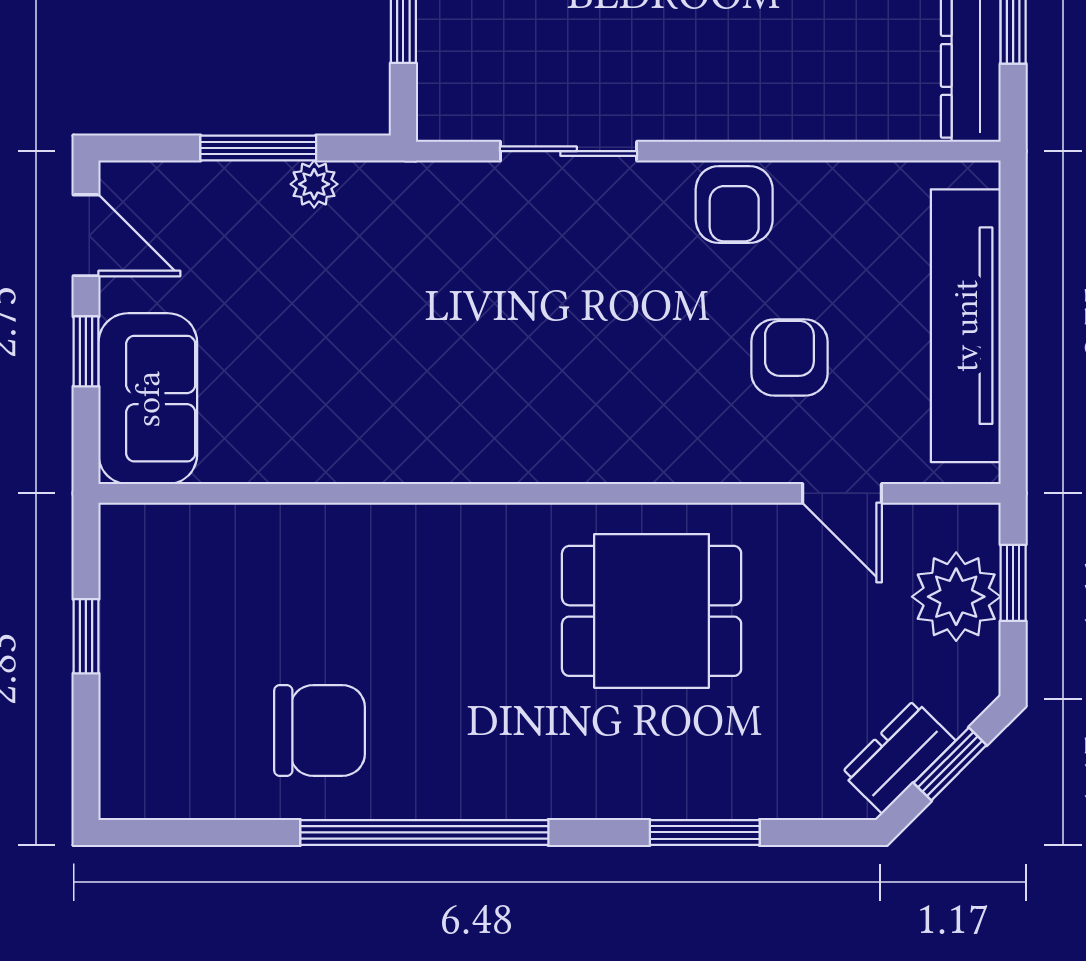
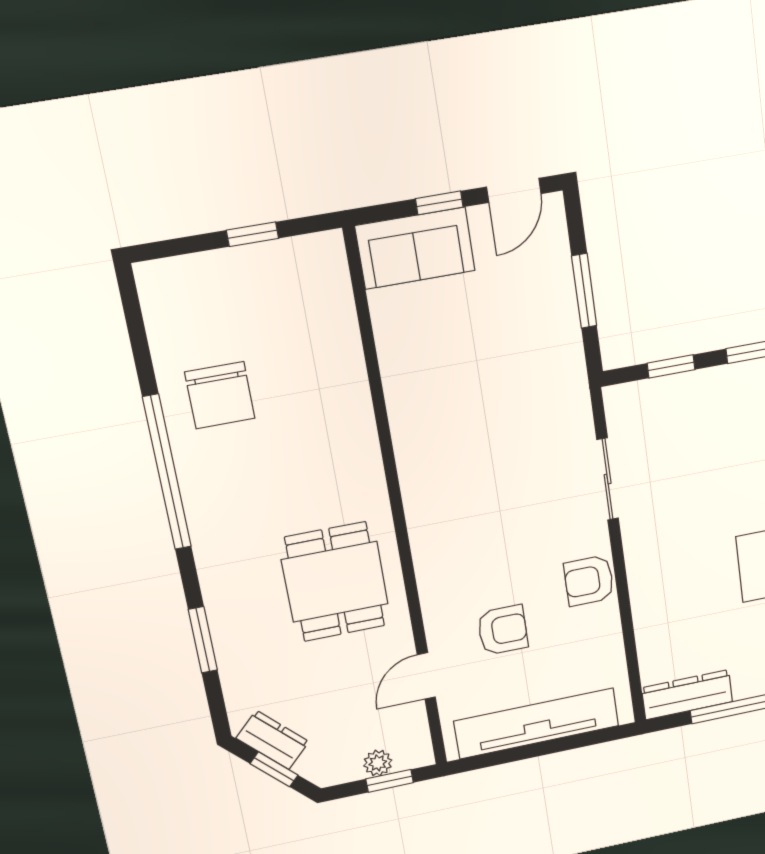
plant: (314, 184) -> (567, 330), removed
plant: (956, 597) -> (378, 763), width x0.53, depth x0.53

